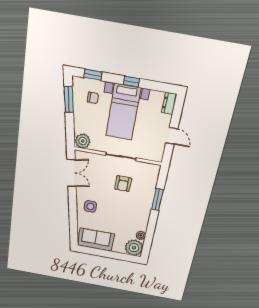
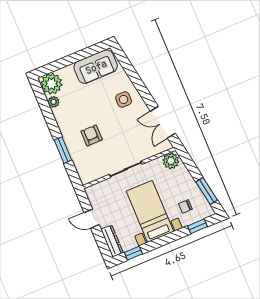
window: (131, 82) -> (133, 253), moved
dresser: (169, 103) -> (112, 241), width x1.44
armchair: (123, 184) -> (92, 135), moved

